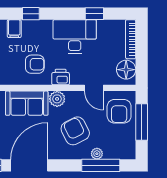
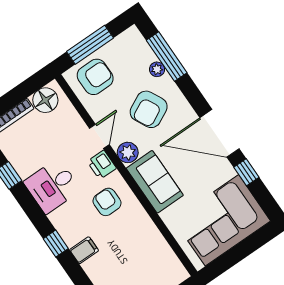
desk: (75, 36) -> (52, 186), width x0.73
door: (94, 88) -> (99, 136), moved

